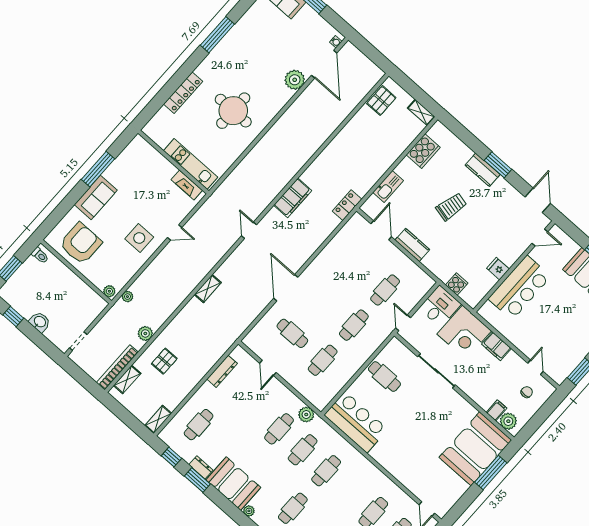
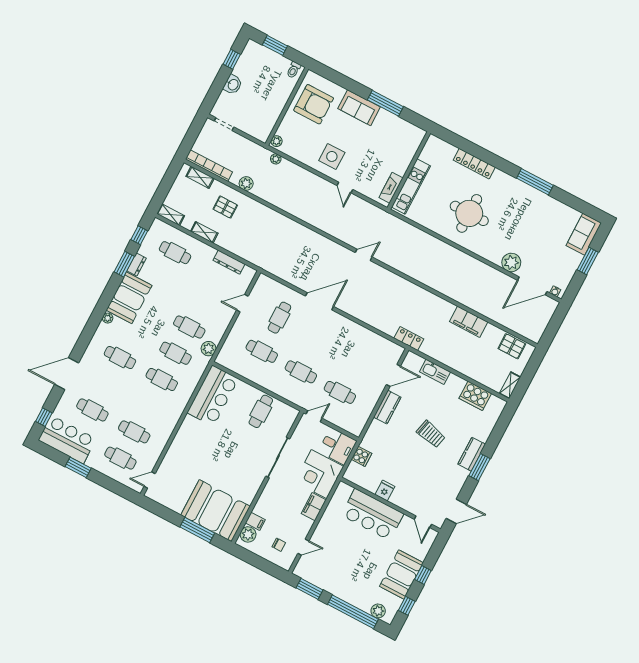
filing cabinet: (293, 198) -> (469, 322), moved
shelving: (208, 289) -> (204, 232), moved

